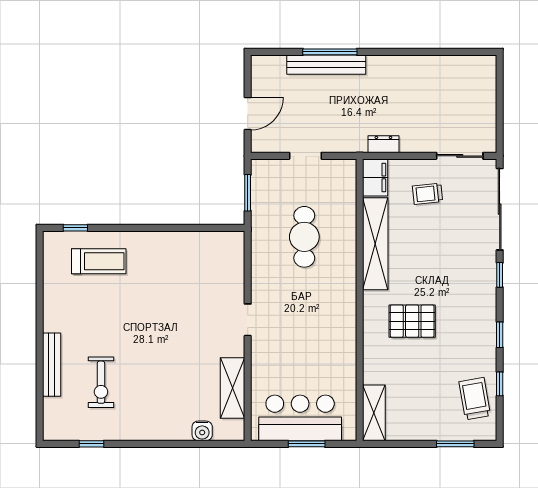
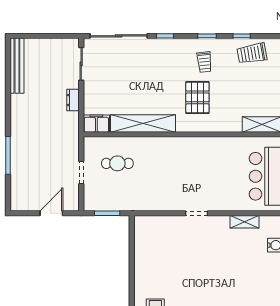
bench: (326, 65) -> (17, 66), moved
door: (248, 114) -> (51, 213), hinge flipped
dresser: (383, 144) -> (73, 100), moved
trolley: (427, 194) -> (204, 62), moved
cafe table: (304, 237) -> (117, 163), moved, width x0.73, depth x0.74
shelving: (232, 388) -> (244, 222), width x0.67, depth x0.75

